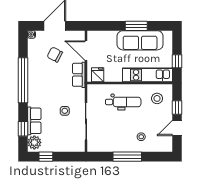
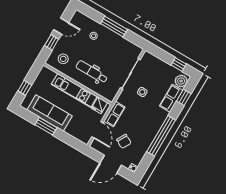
window: (177, 61) -> (25, 88), moved
kitchen unit: (147, 75) -> (74, 90), moved

